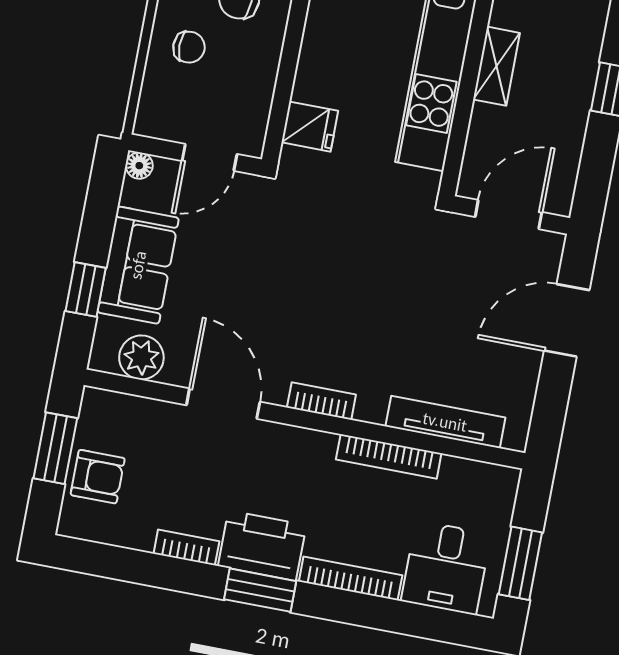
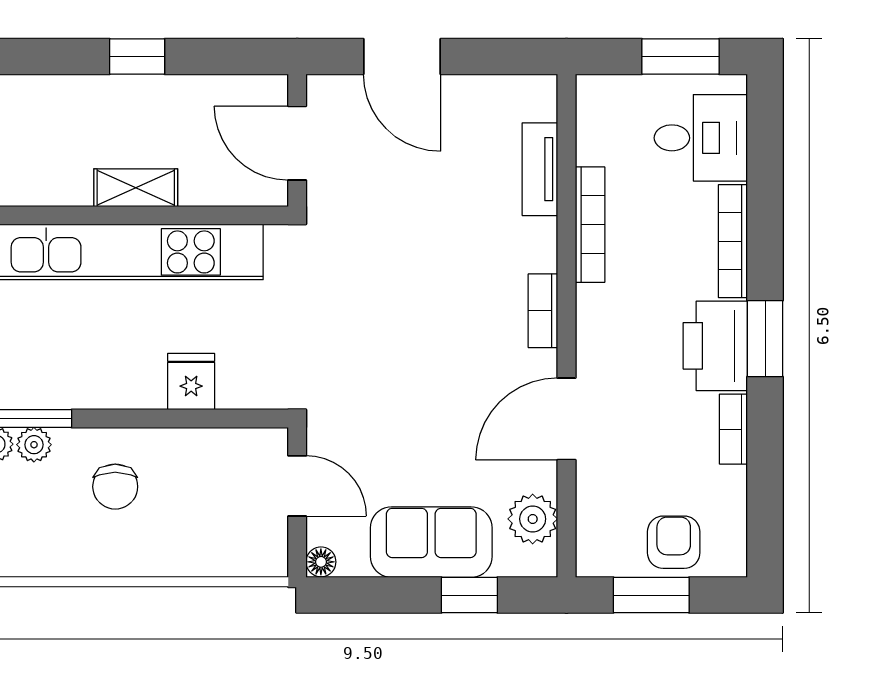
chair: (189, 47) -> (179, 532), removed
fridge: (310, 127) -> (191, 382), moved
tv unit: (445, 422) -> (540, 169), width x0.71

